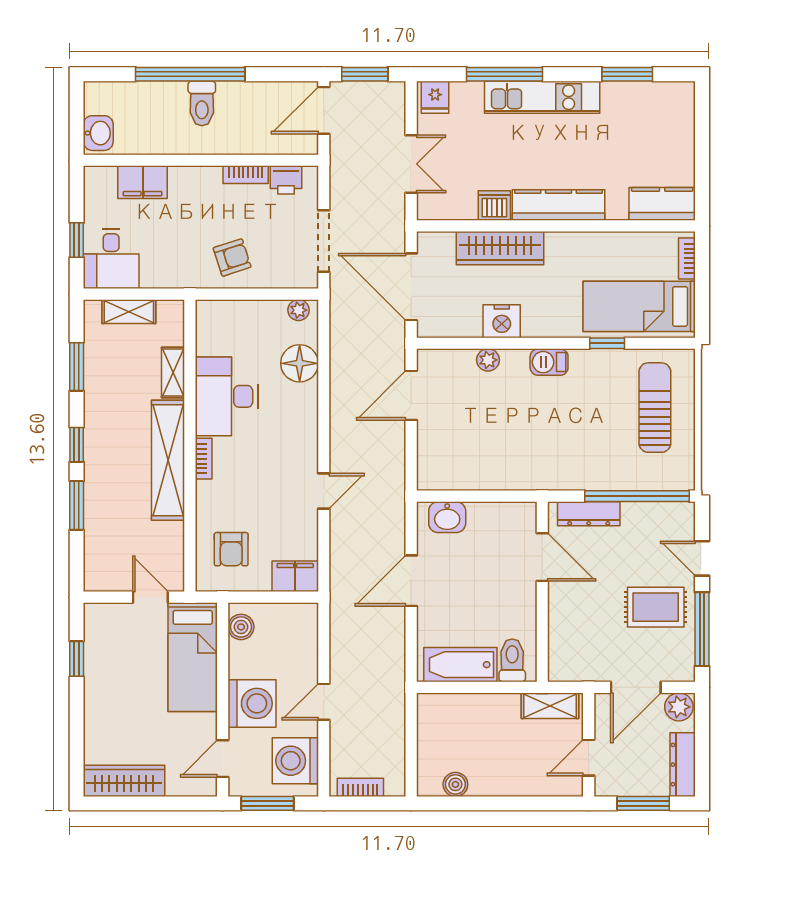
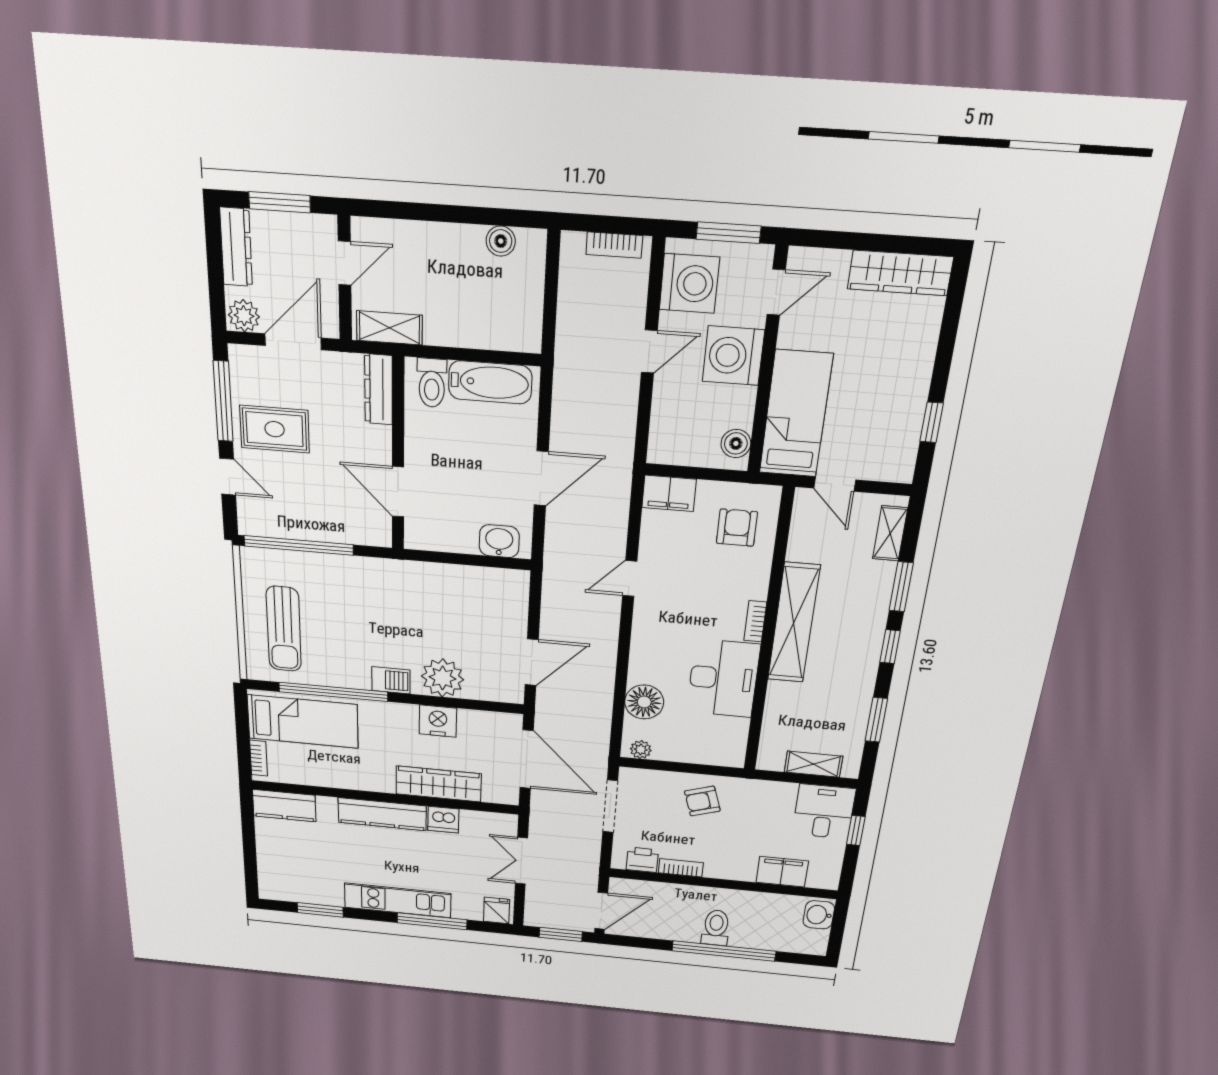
window: (607, 343) -> (333, 692), width x3.17
plant: (488, 360) -> (443, 678), width x1.87, depth x1.87
shelving: (173, 372) -> (890, 533), moved
dresser: (589, 514) -> (379, 389), moved, turned -90

